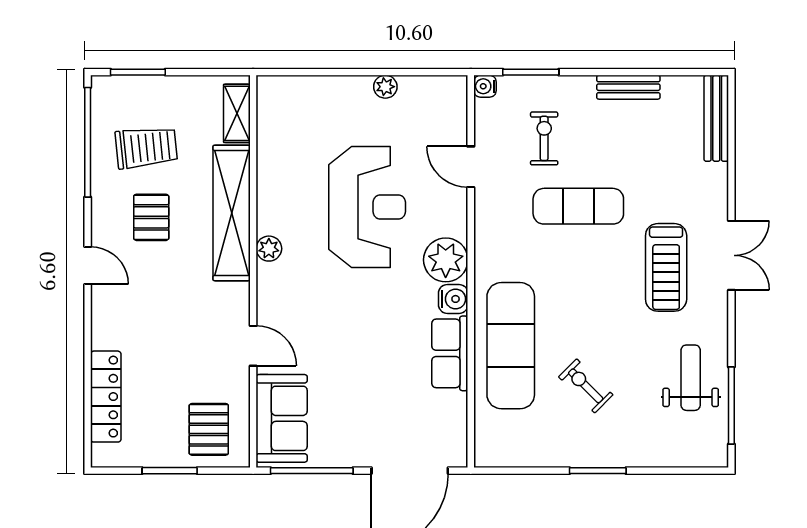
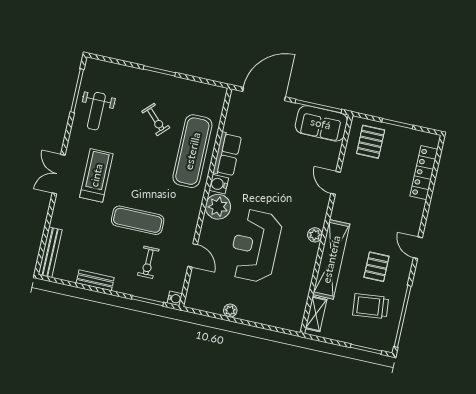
sofa: (282, 418) -> (321, 123), moved, turned -90

